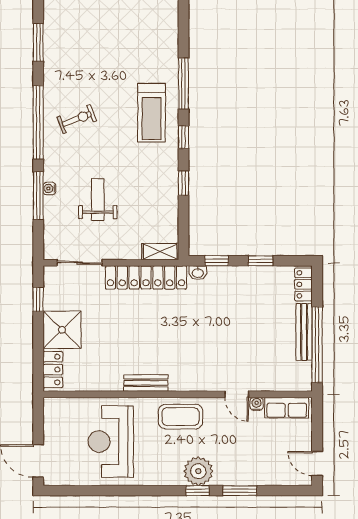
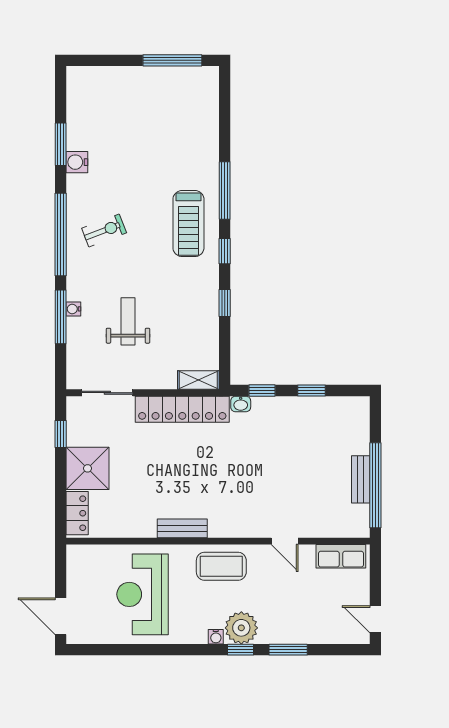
water cooler: (53, 58) -> (77, 162), added
locker: (303, 284) -> (360, 417), removed
bench: (304, 332) -> (361, 479), width x0.73
water cooler: (257, 404) -> (216, 637), moved, turned 180

